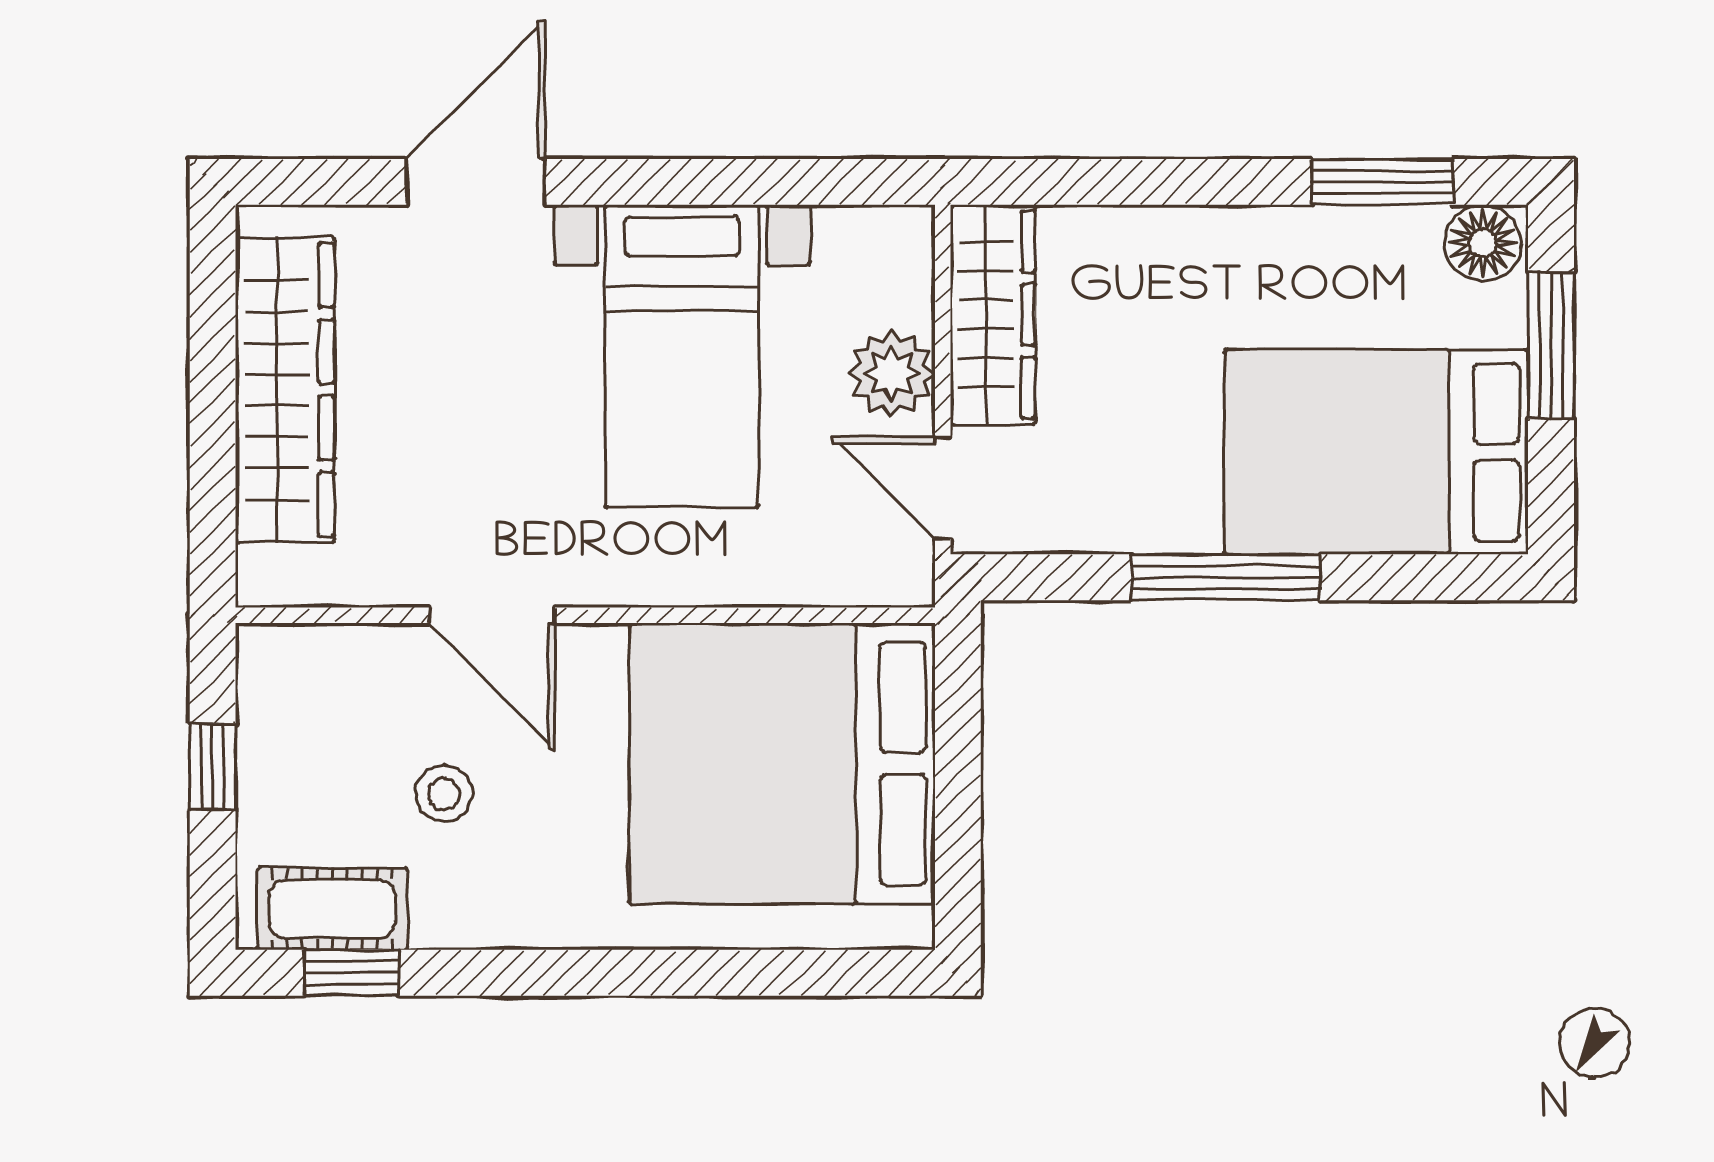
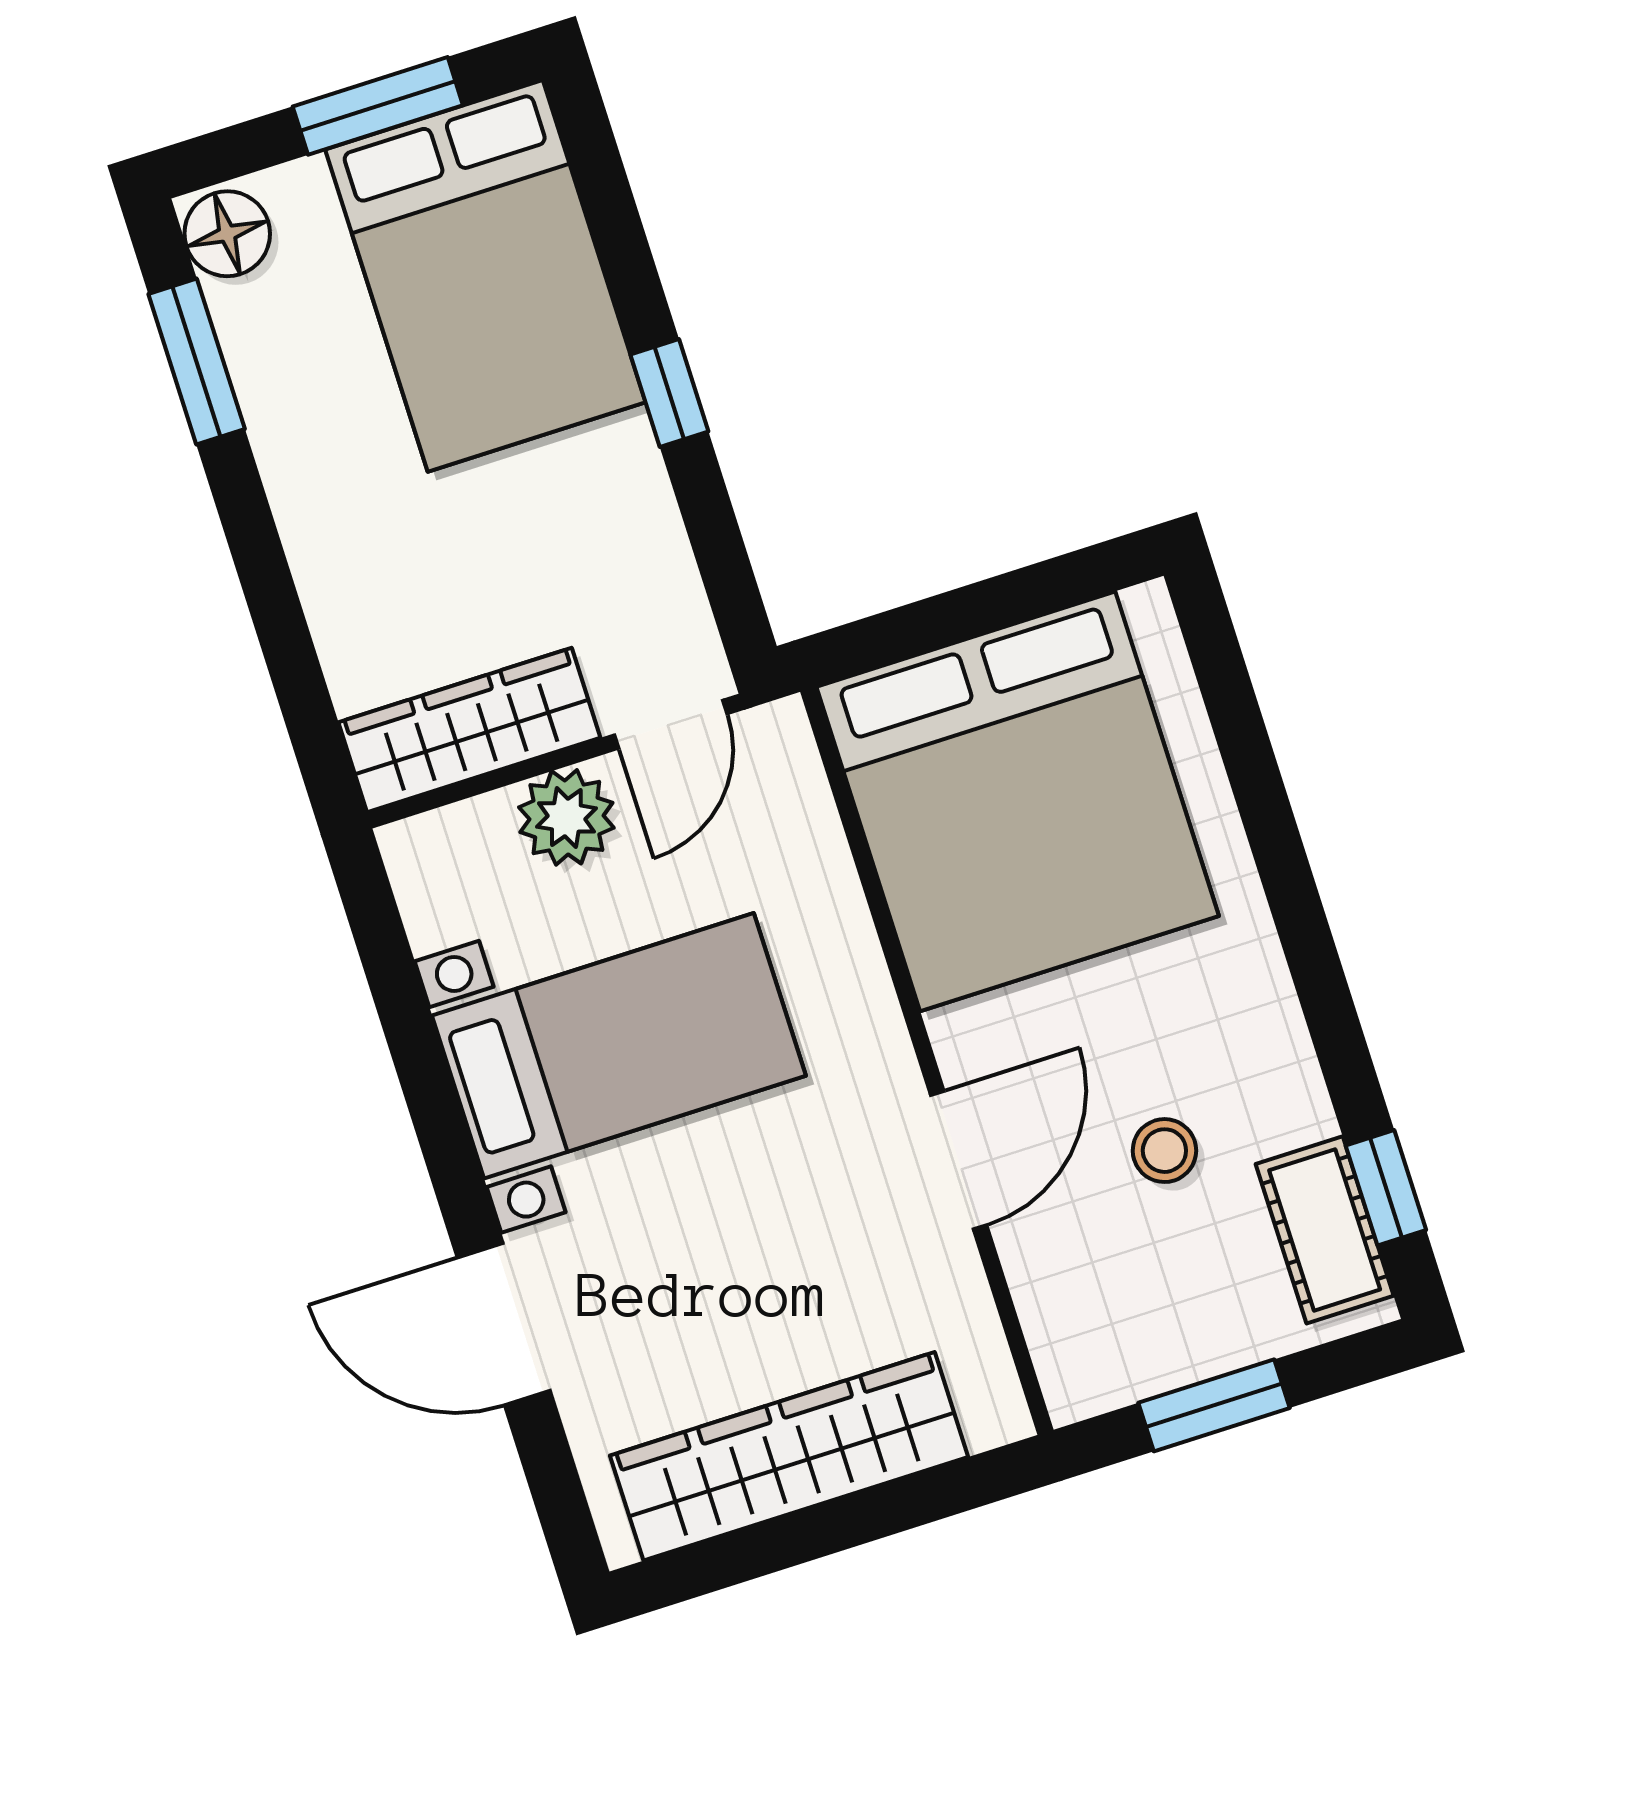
window: (1551, 345) -> (378, 106), moved
window: (1226, 577) -> (669, 393), width x0.46
window: (213, 767) -> (1214, 1405), width x1.50

